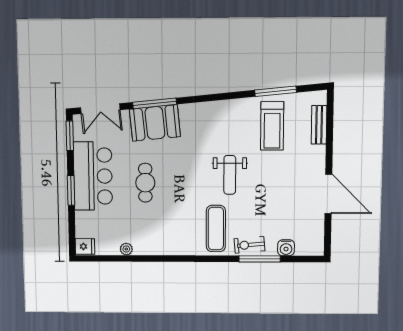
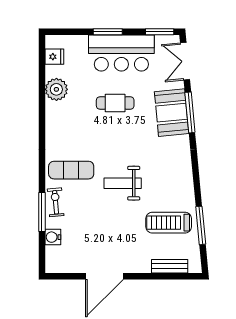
fridge: (85, 246) -> (54, 57), moved, turned -90
plant: (126, 249) -> (56, 89), width x1.88, depth x1.88

